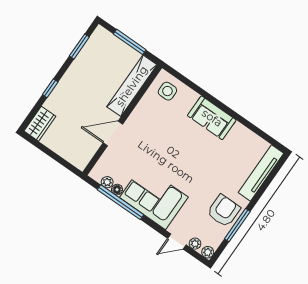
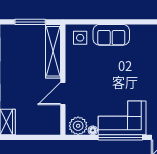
sofa: (212, 118) -> (111, 35), moved
plant: (107, 182) -> (78, 126), width x1.88, depth x1.88
window: (121, 202) -> (120, 137), moved

